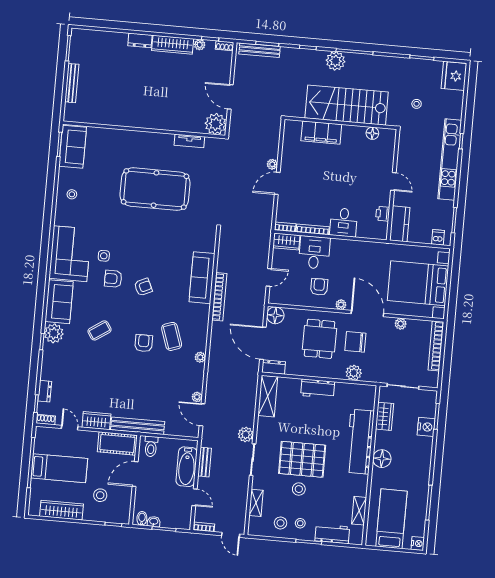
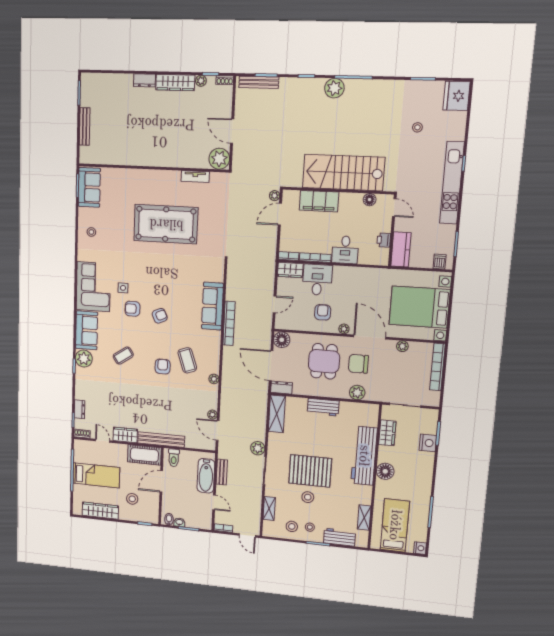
stairs: (347, 105) -> (343, 173), moved
wall: (341, 123) -> (338, 191), moved
filing cabinet: (321, 133) -> (319, 201), moved
floor lamp: (372, 133) -> (370, 200), moved

